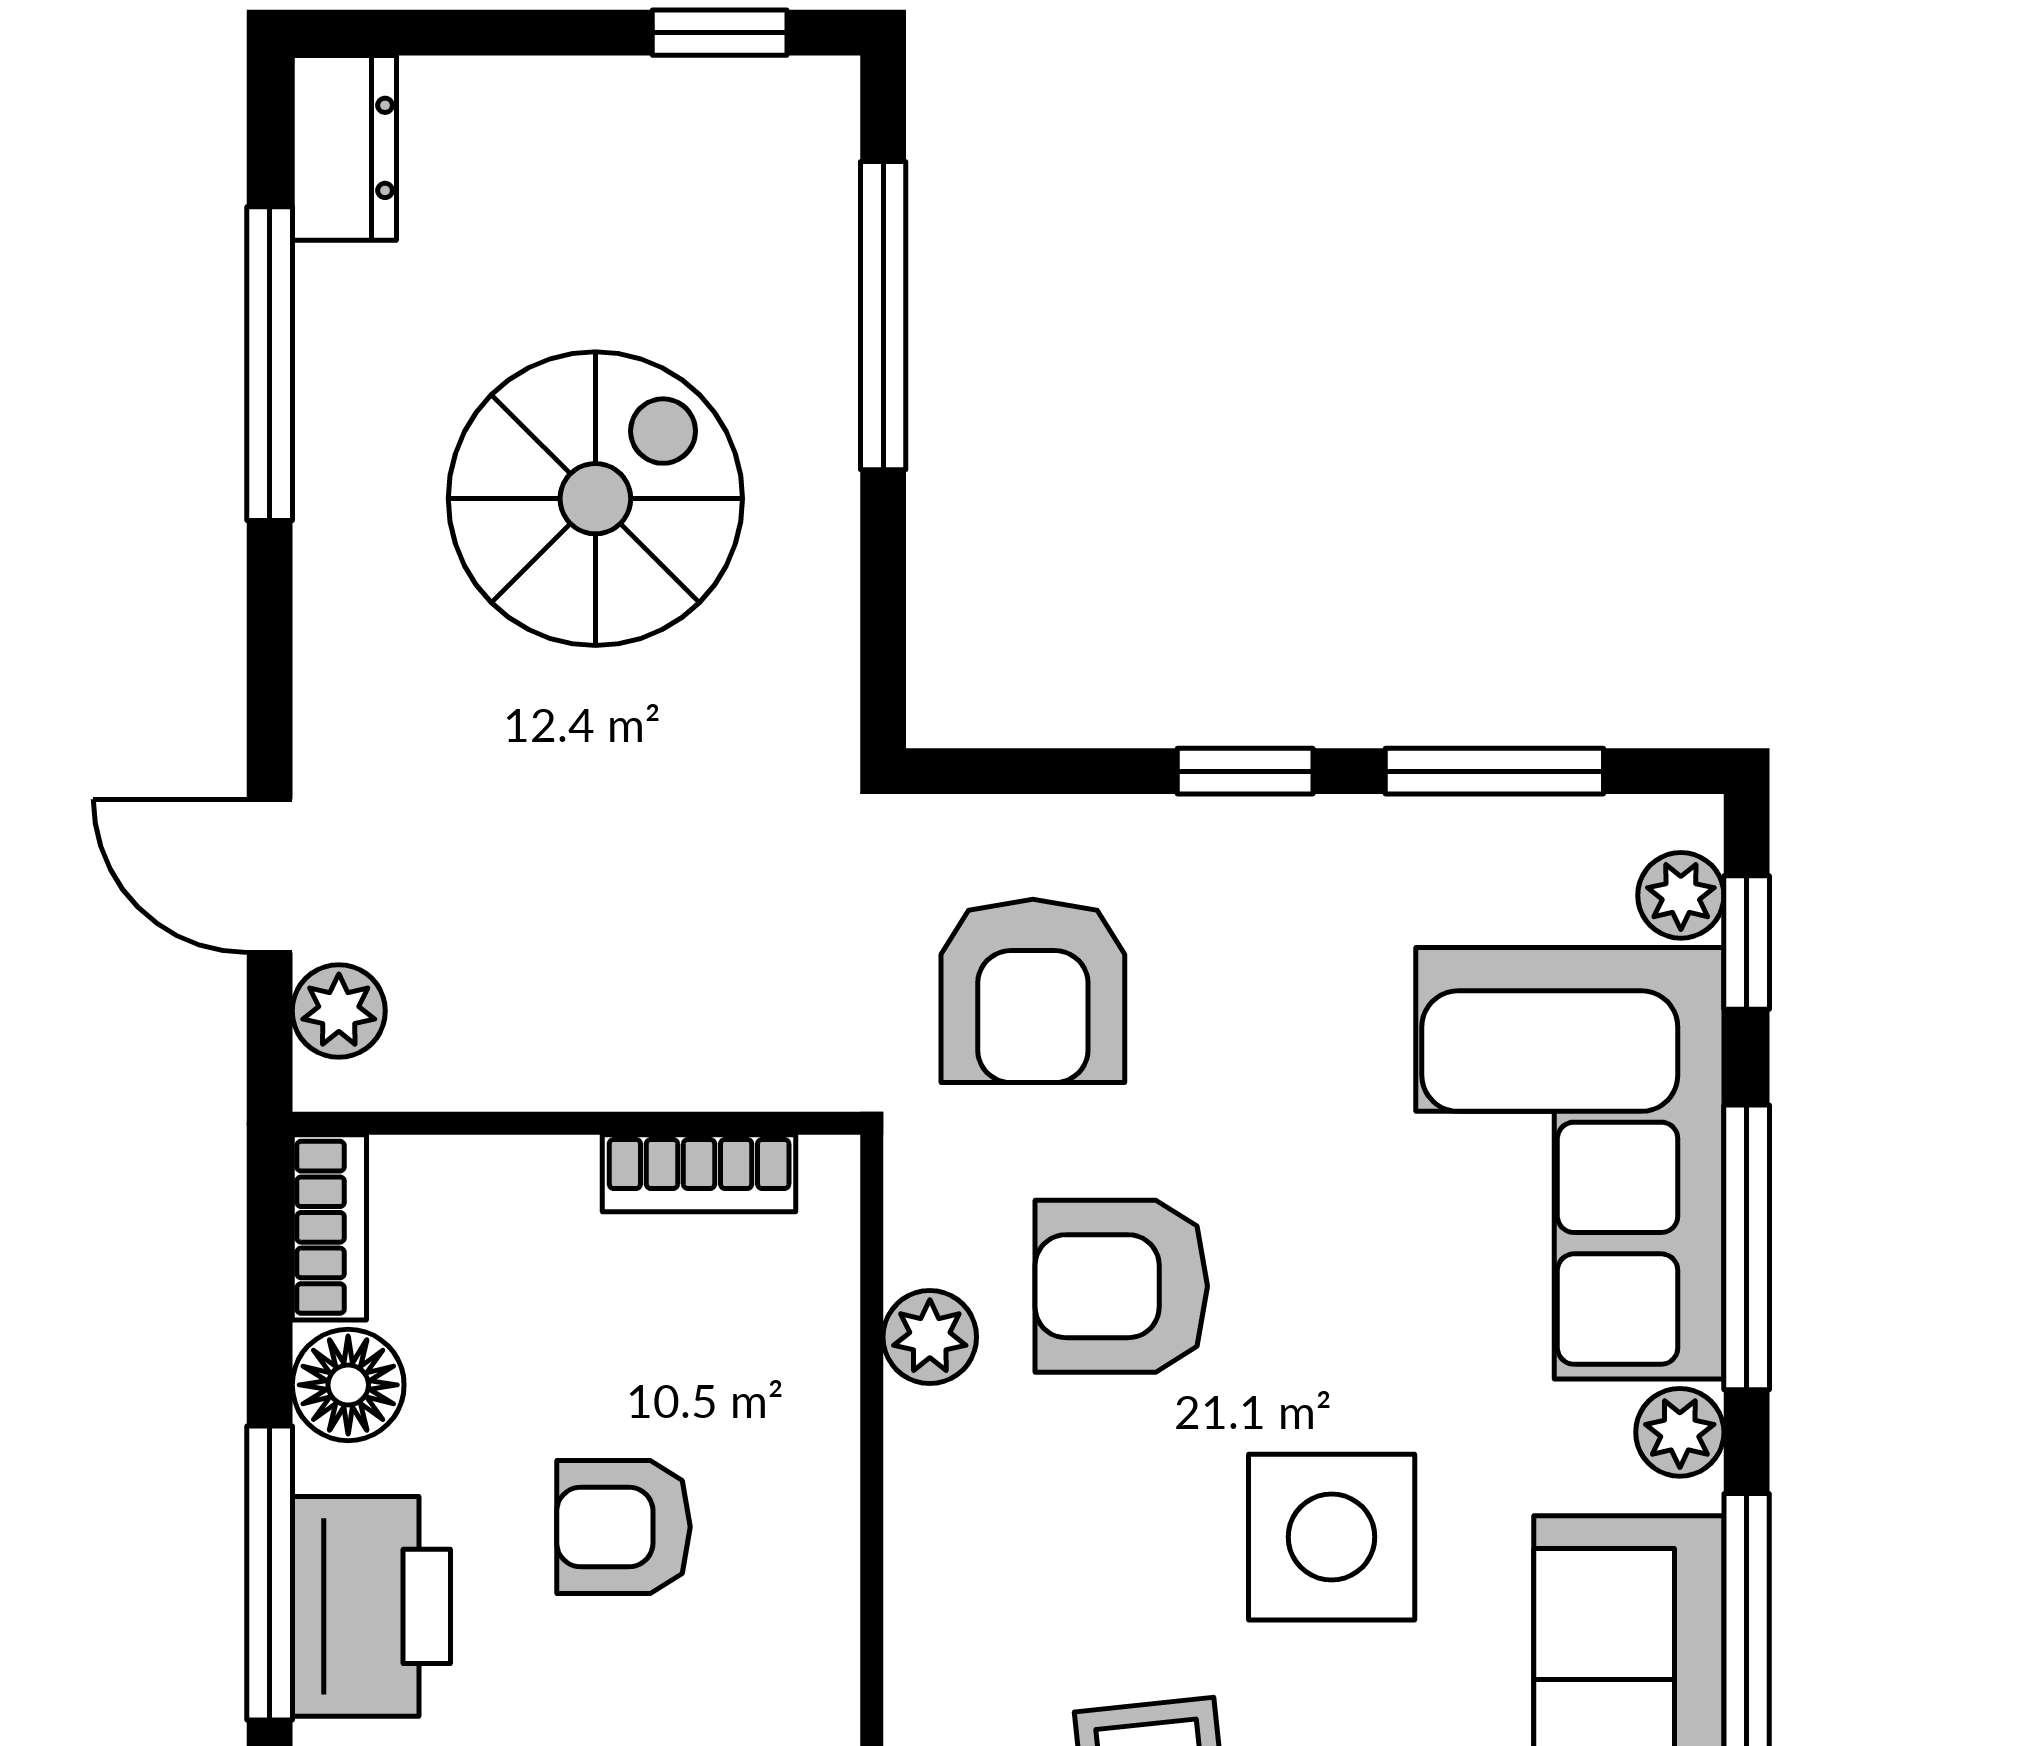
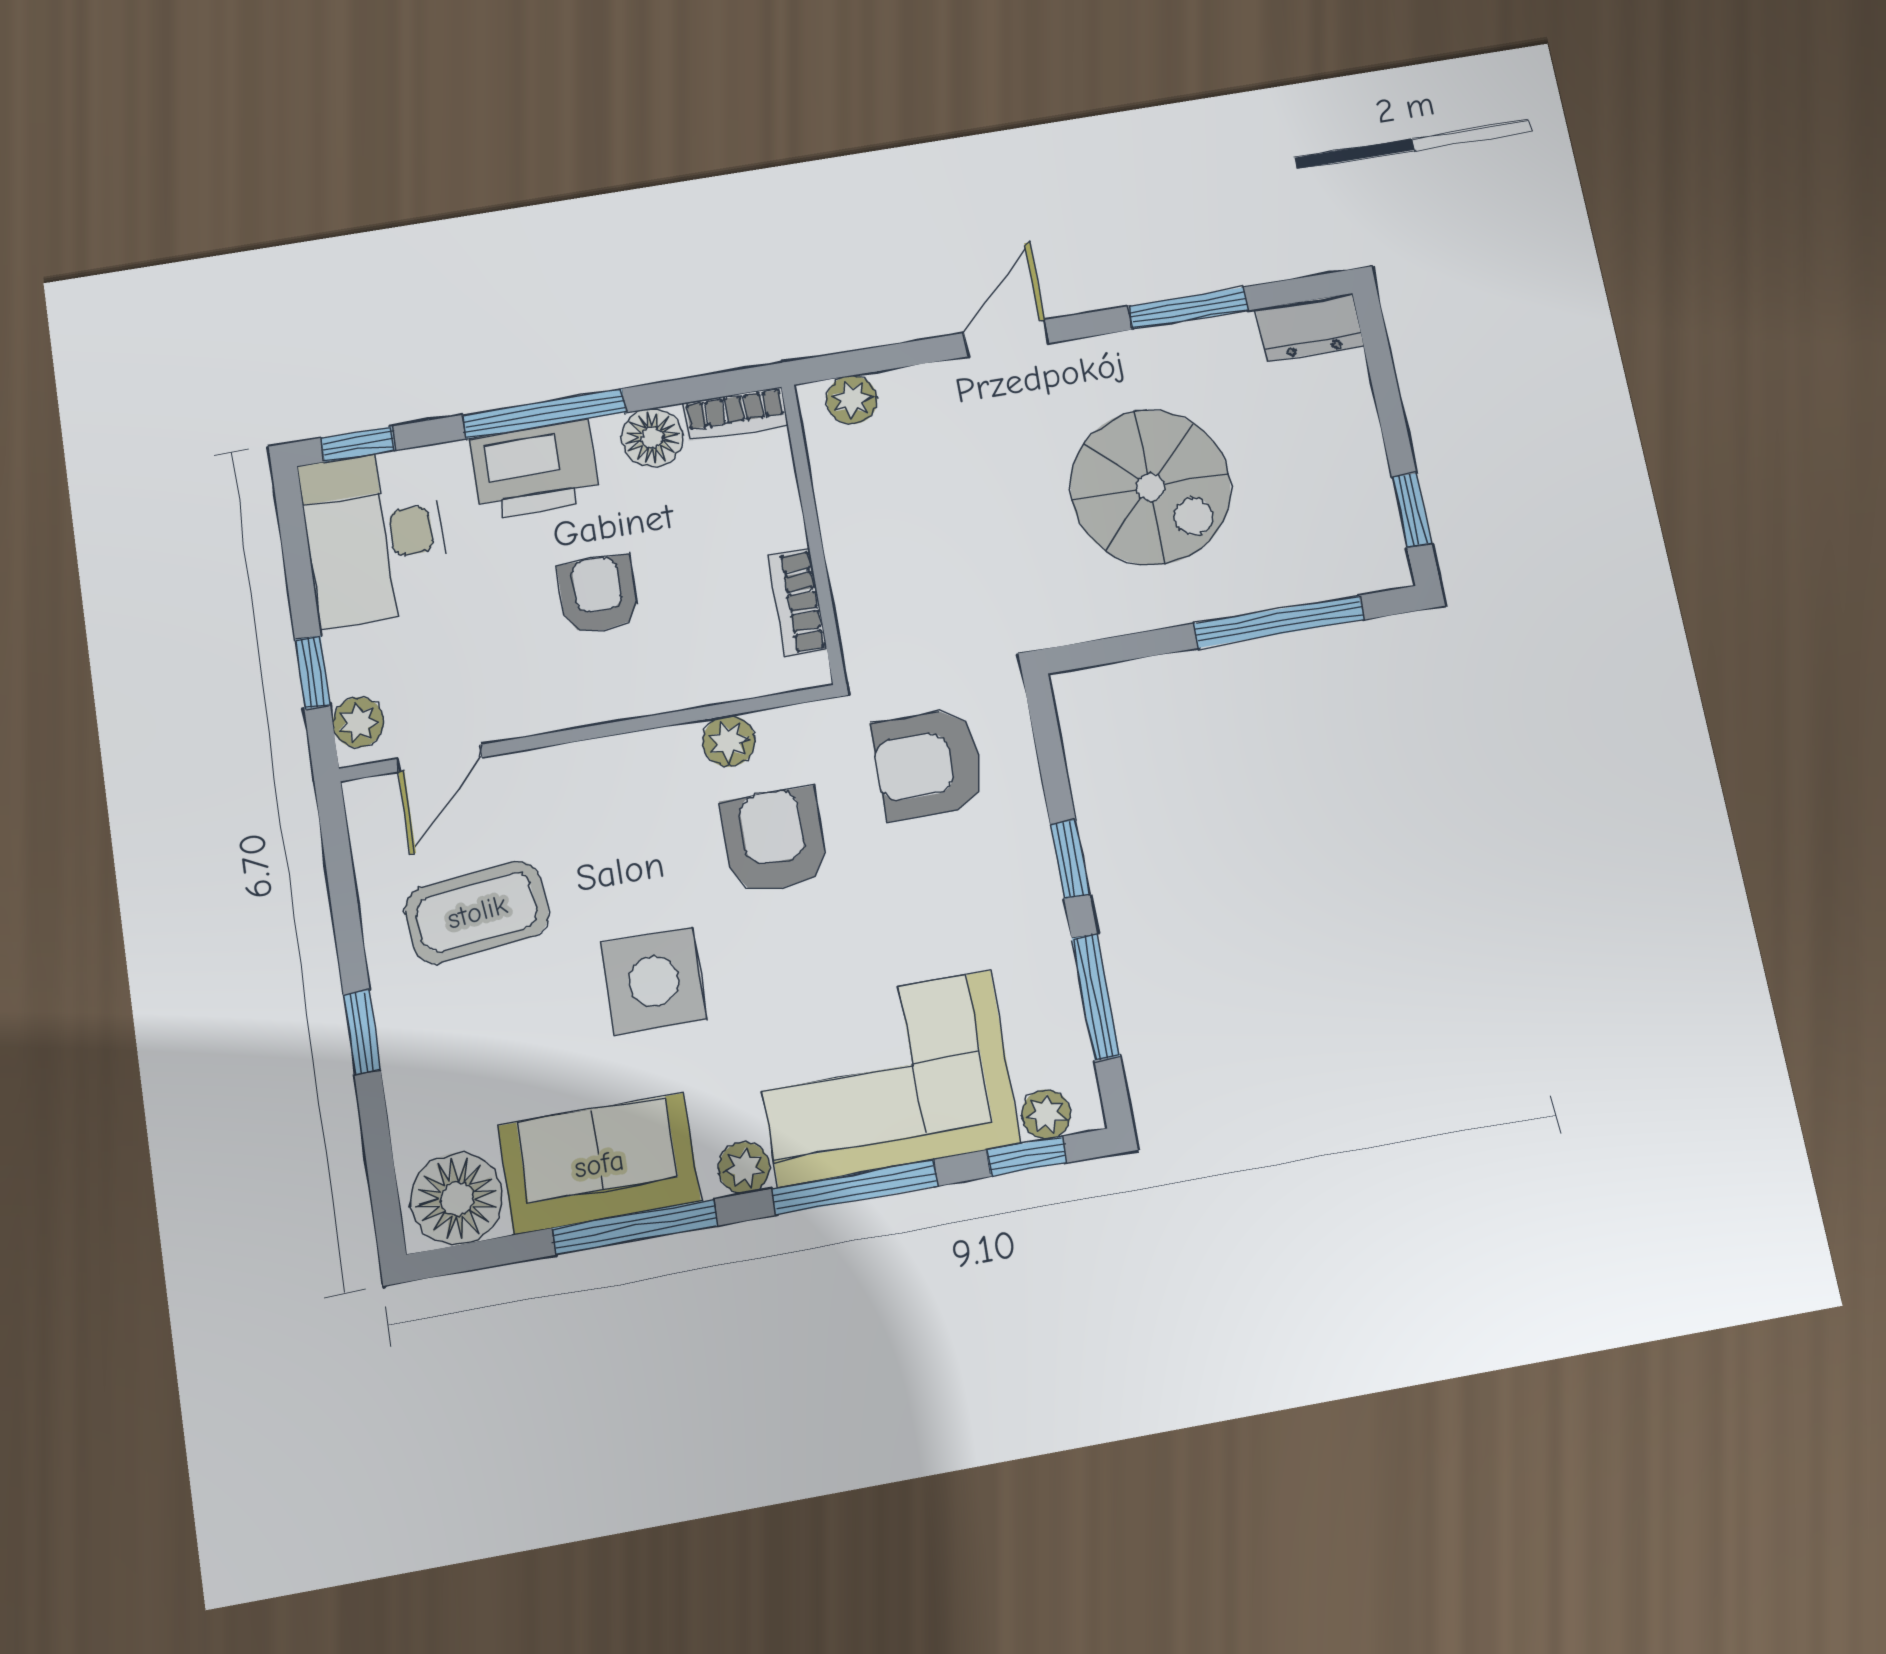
window: (270, 364) -> (1188, 308), width x0.69
door: (270, 876) -> (1006, 338), moved

